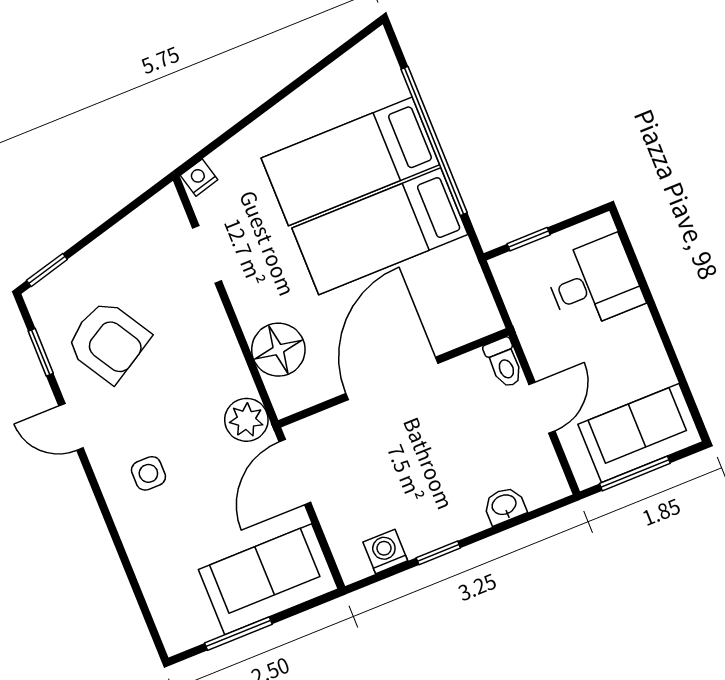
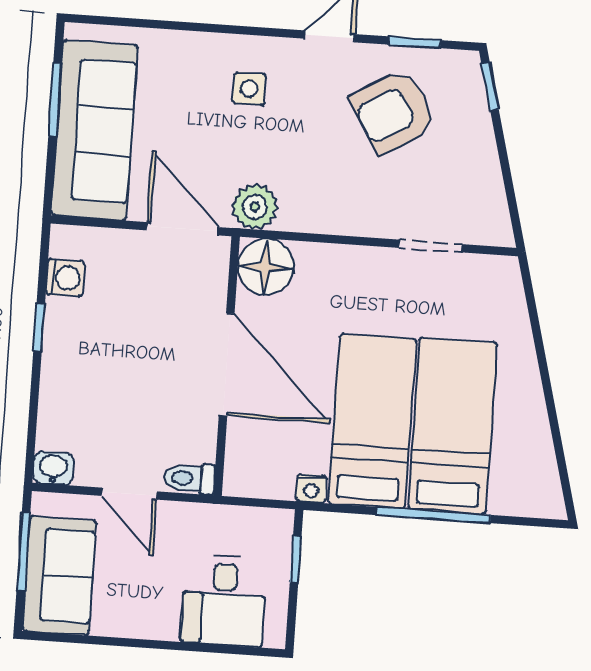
window: (434, 141) -> (433, 515), width x0.68
nightstand: (199, 178) -> (311, 488), moved, turned 105
floor lamp: (278, 350) -> (266, 267), moved
washbasin: (504, 506) -> (53, 468), moved, turned -90
sofa: (268, 579) -> (94, 130), width x1.36

